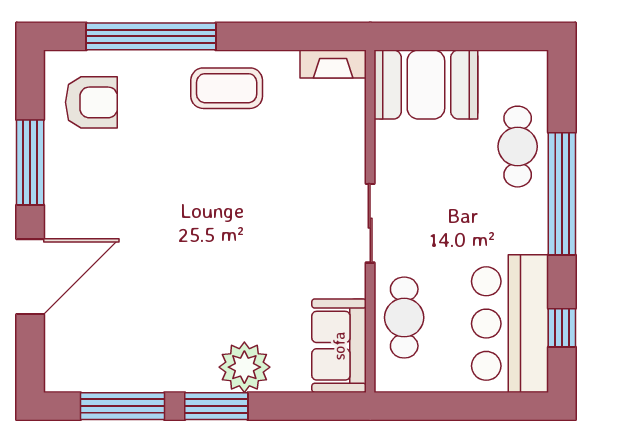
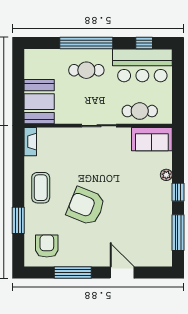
window: (151, 36) -> (18, 220), width x0.47
cafe table: (518, 147) -> (86, 70), moved
armchair: (184, 193) -> (86, 206), added
door: (30, 277) -> (122, 272), width x0.73
plant: (244, 367) -> (166, 175), width x0.53, depth x0.53
window: (216, 406) -> (178, 192), width x0.67

